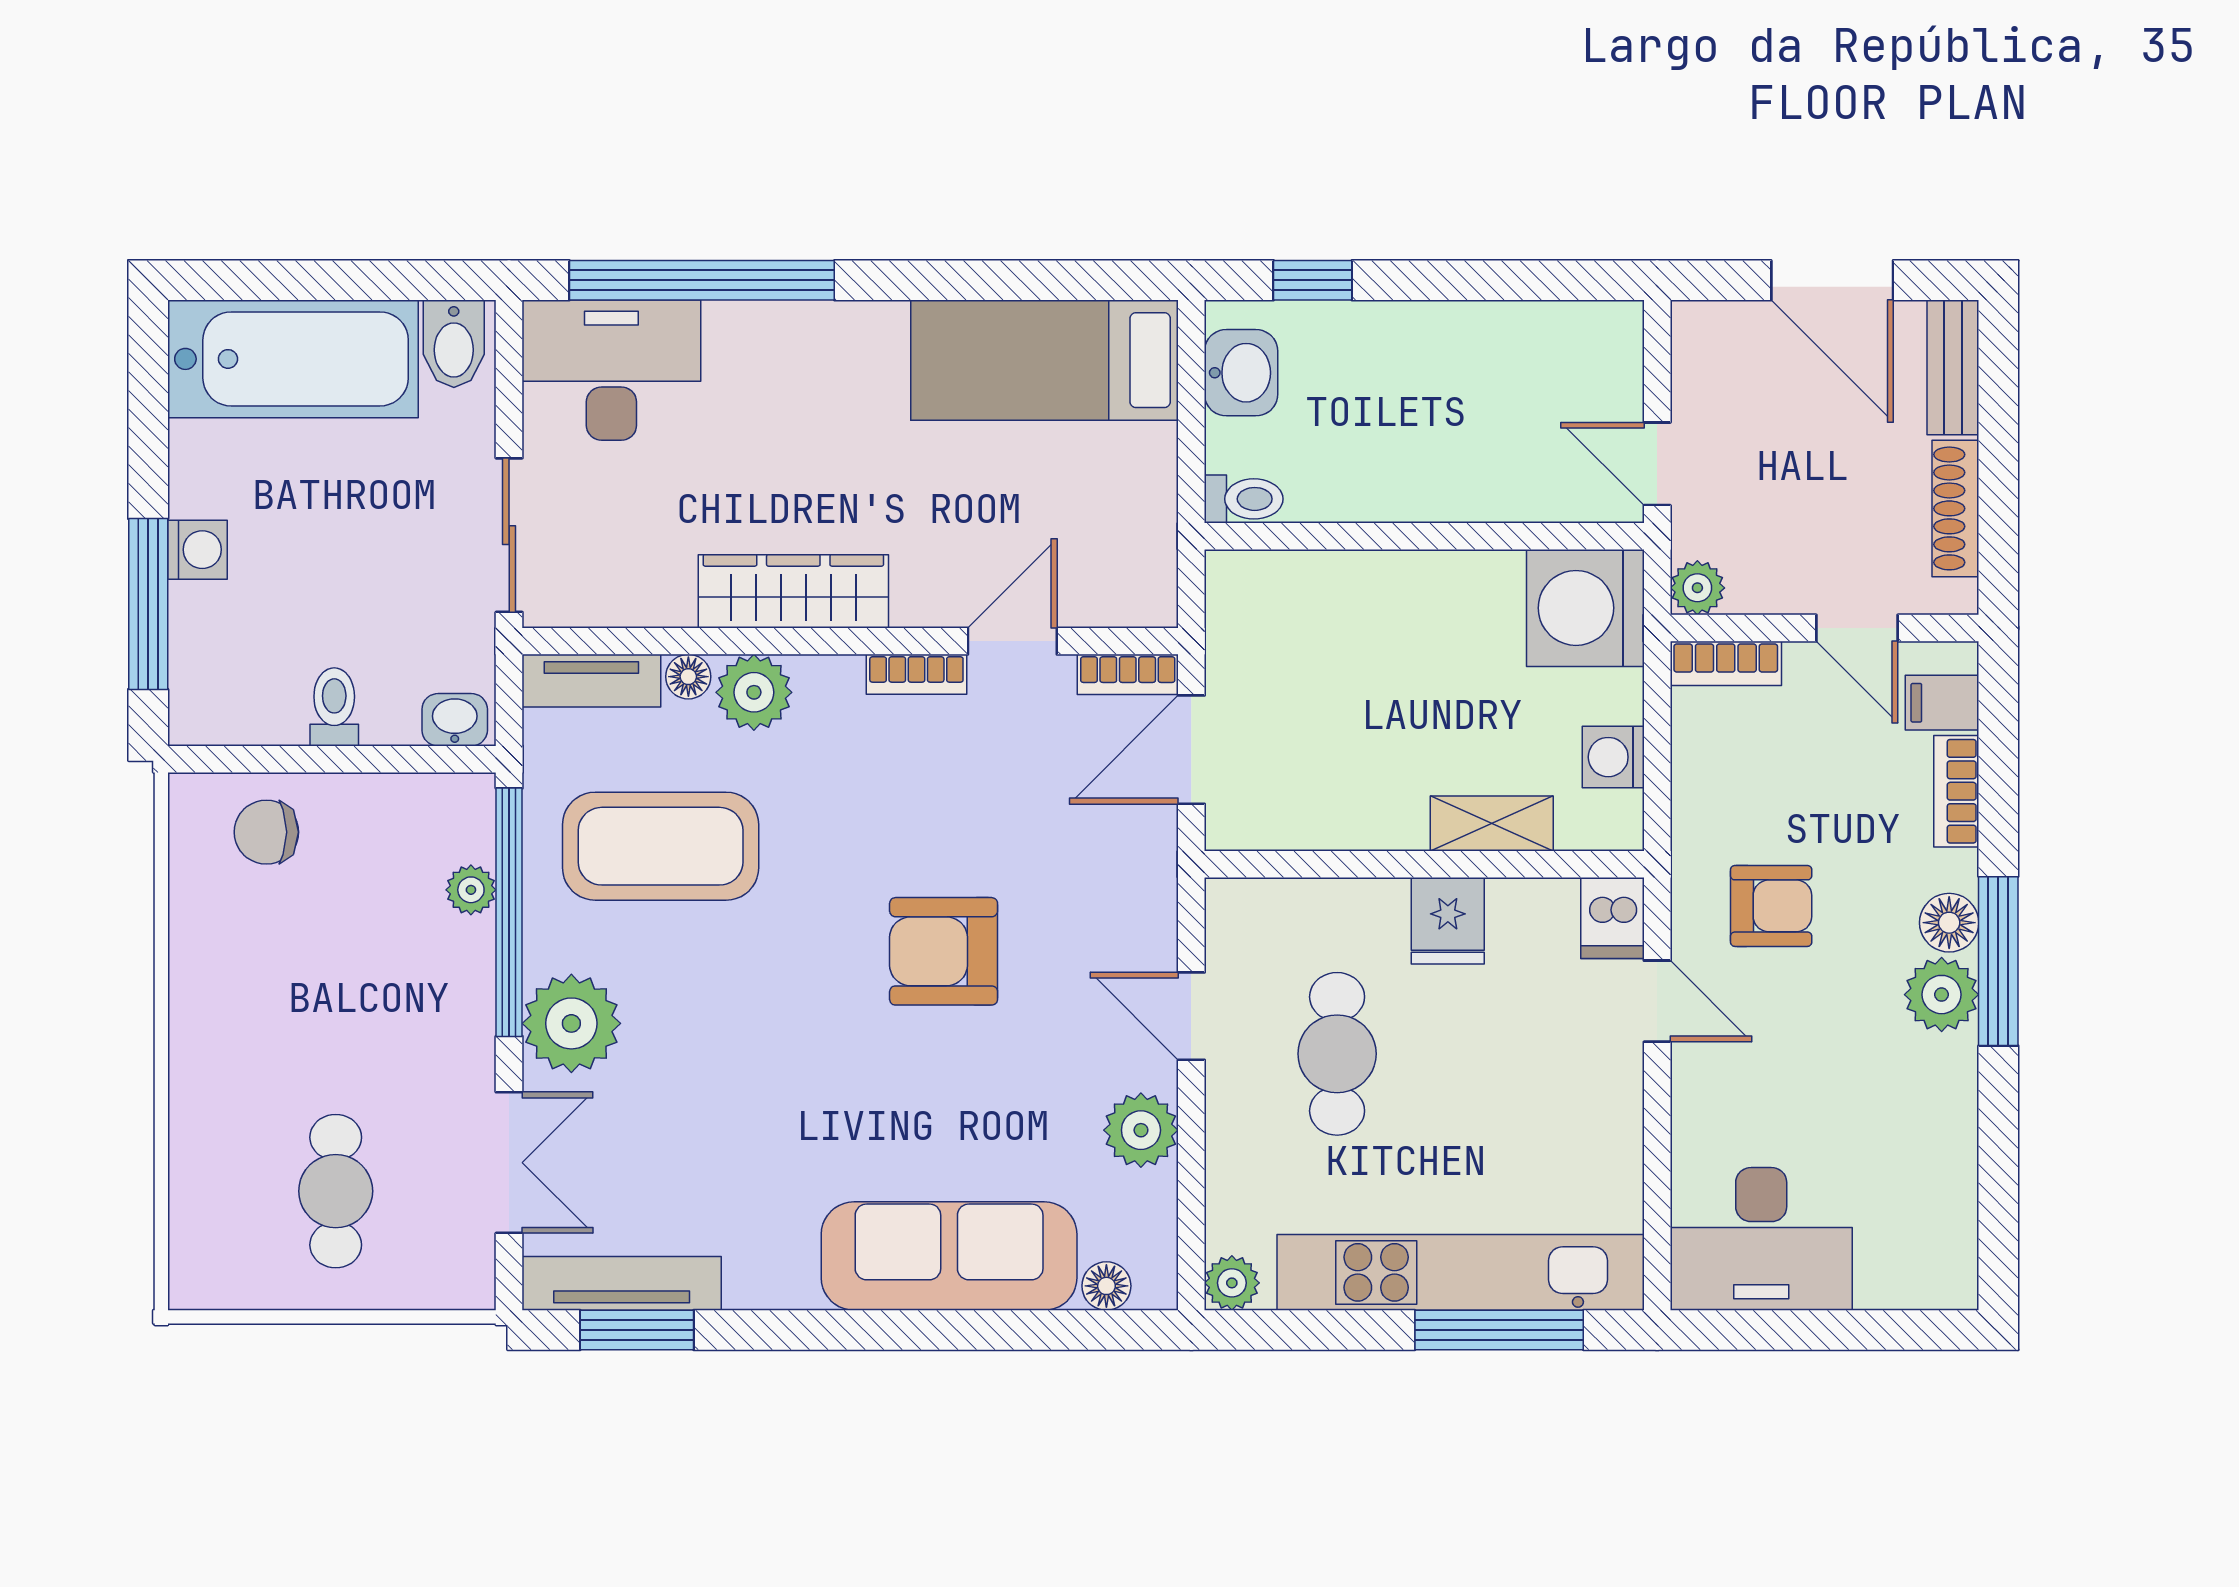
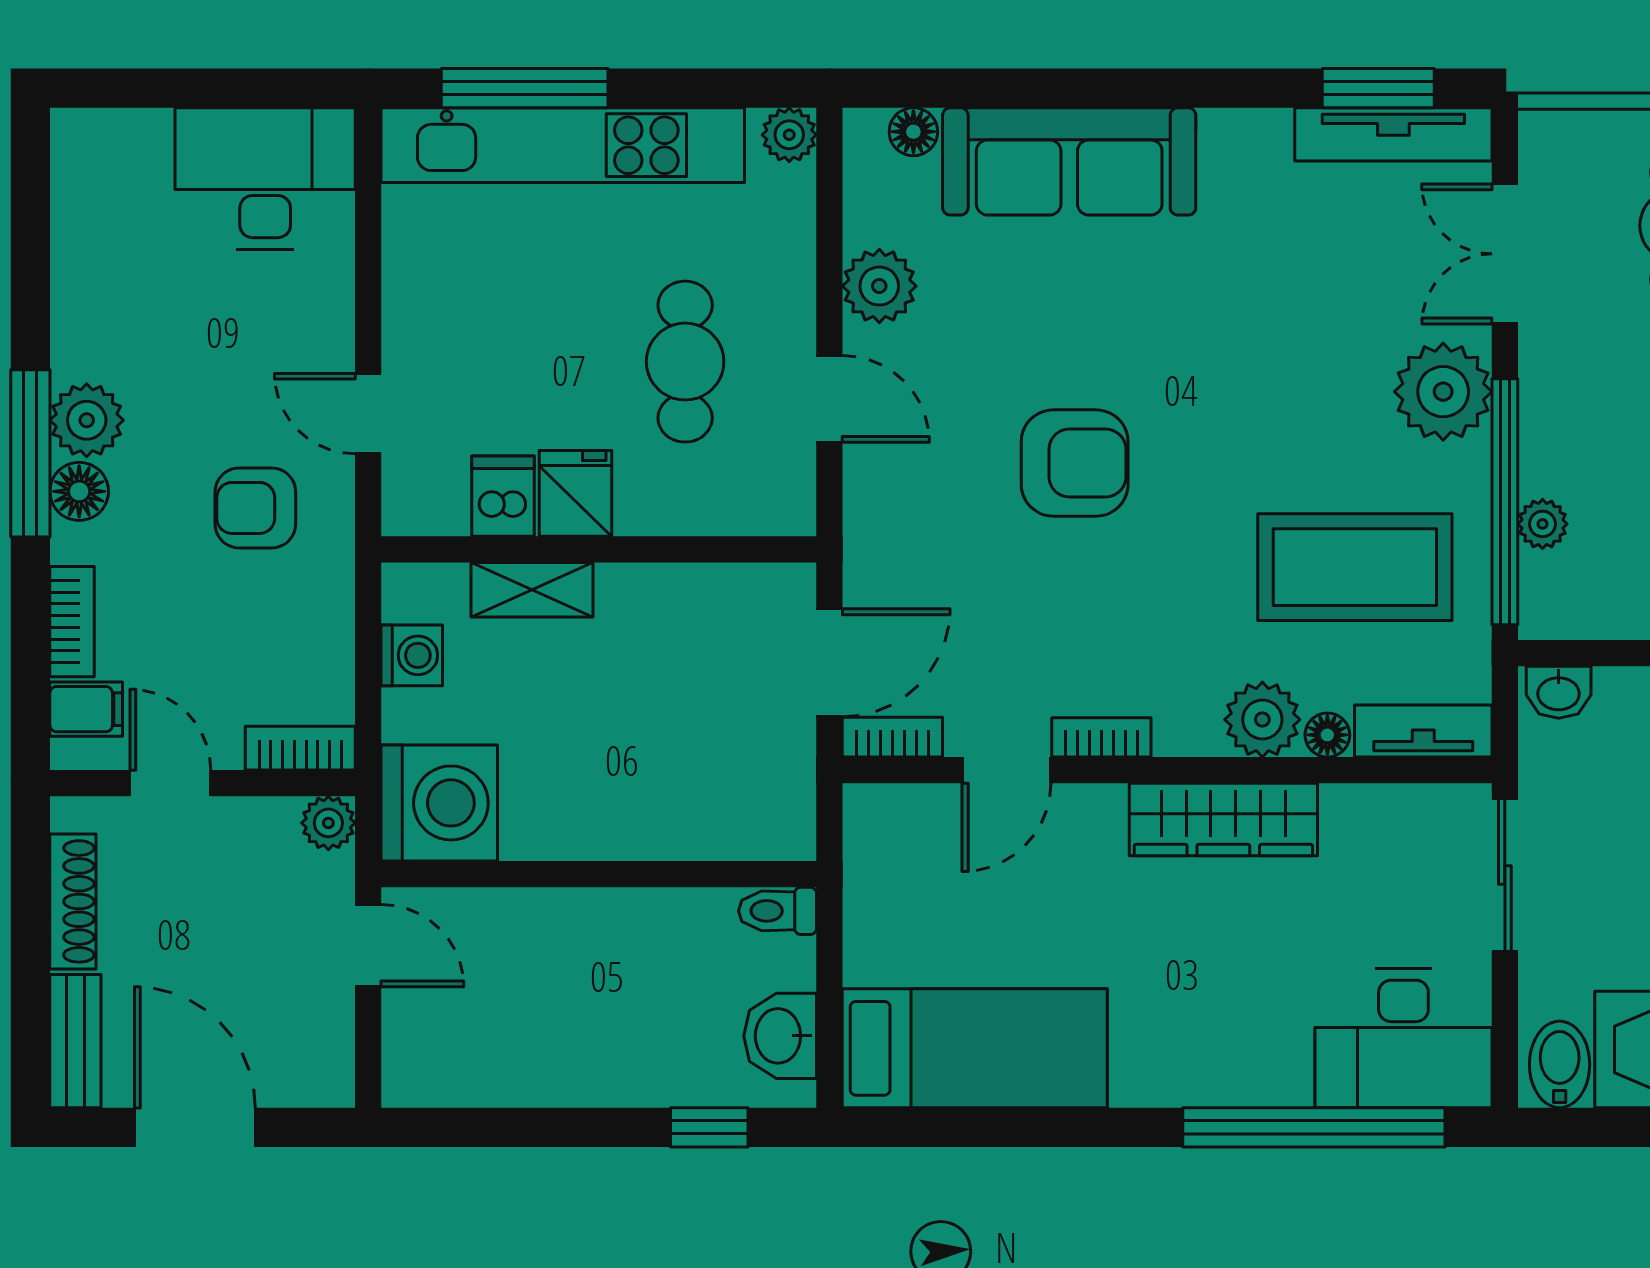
dishwasher: (1613, 918) -> (503, 496), moved

